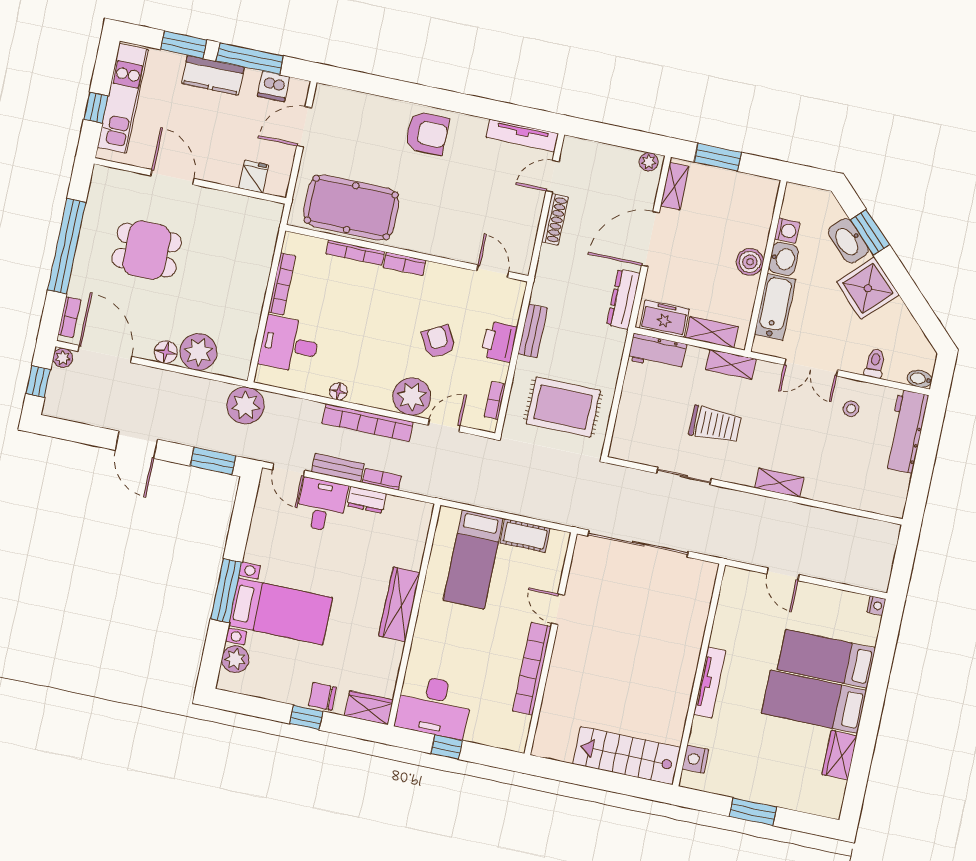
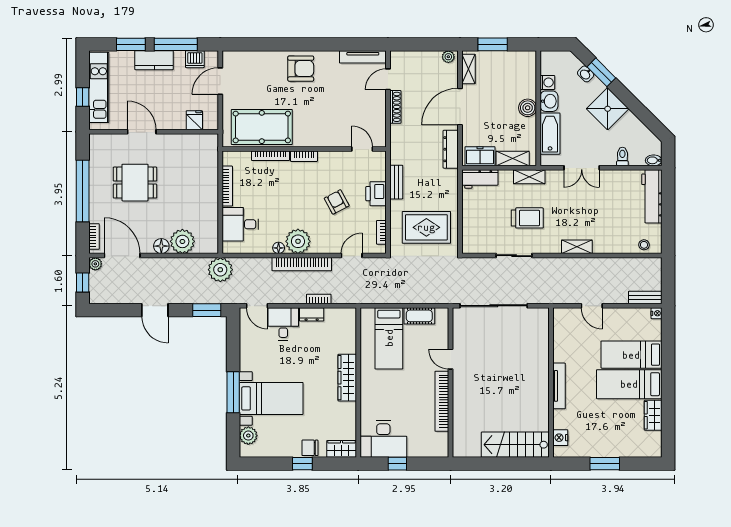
washbasin: (848, 241) -> (586, 74), width x0.52, depth x0.69
plant: (412, 397) -> (298, 241), moved
stool: (851, 409) -> (644, 245), moved
bench: (338, 468) -> (645, 297), moved

